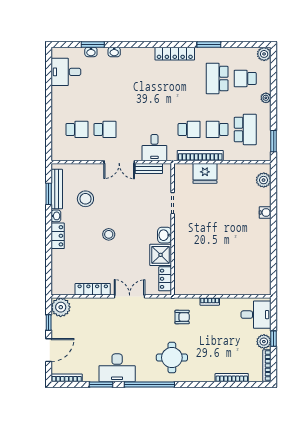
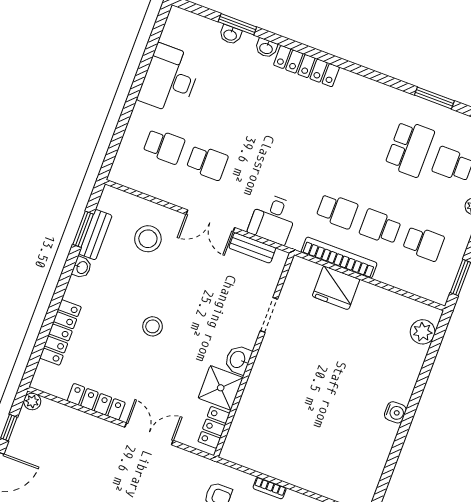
window: (209, 45) -> (434, 98), moved
locker: (175, 54) -> (306, 66), moved
desk: (66, 72) -> (170, 79), moved, width x1.37
school desk: (217, 78) -> (410, 148), turned 180
school desk: (245, 129) -> (423, 243), width x0.54
bench: (57, 189) -> (95, 235), width x0.73
stool: (85, 199) -> (148, 239), moved
water cooler: (265, 213) -> (395, 412), moved
locker: (58, 236) -> (60, 332), moved, width x1.53
plant: (61, 307) -> (32, 401), width x0.53, depth x0.53

